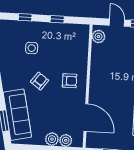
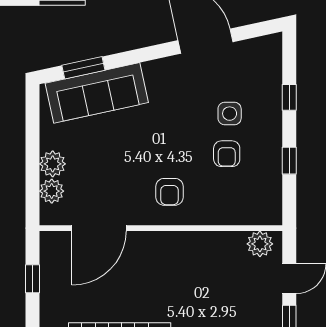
armchair: (40, 81) -> (227, 154), moved, turned 54

